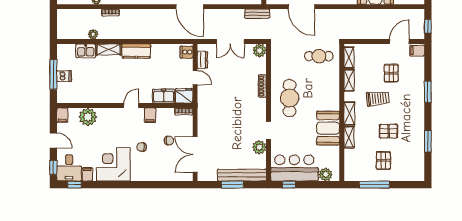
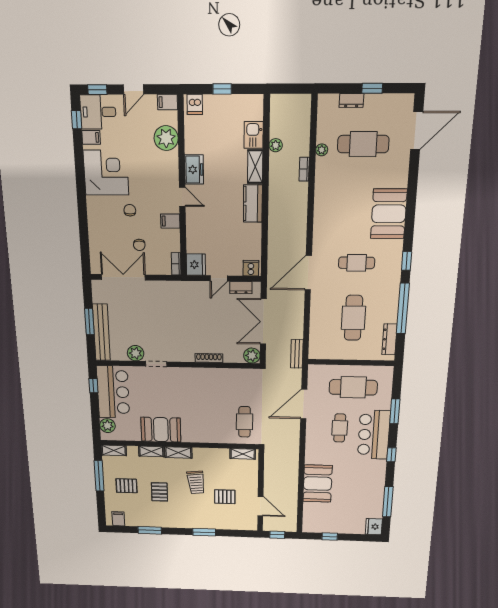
double door: (230, 42) -> (263, 322), width x1.37
filing cabinet: (417, 51) -> (118, 519), moved
window: (53, 74) -> (222, 89), width x0.46
dishwasher: (64, 76) -> (195, 104), moved
shelving: (349, 80) -> (114, 450), moved
freezer: (164, 96) -> (194, 169), moved
cafe table: (290, 98) -> (195, 388), removed

